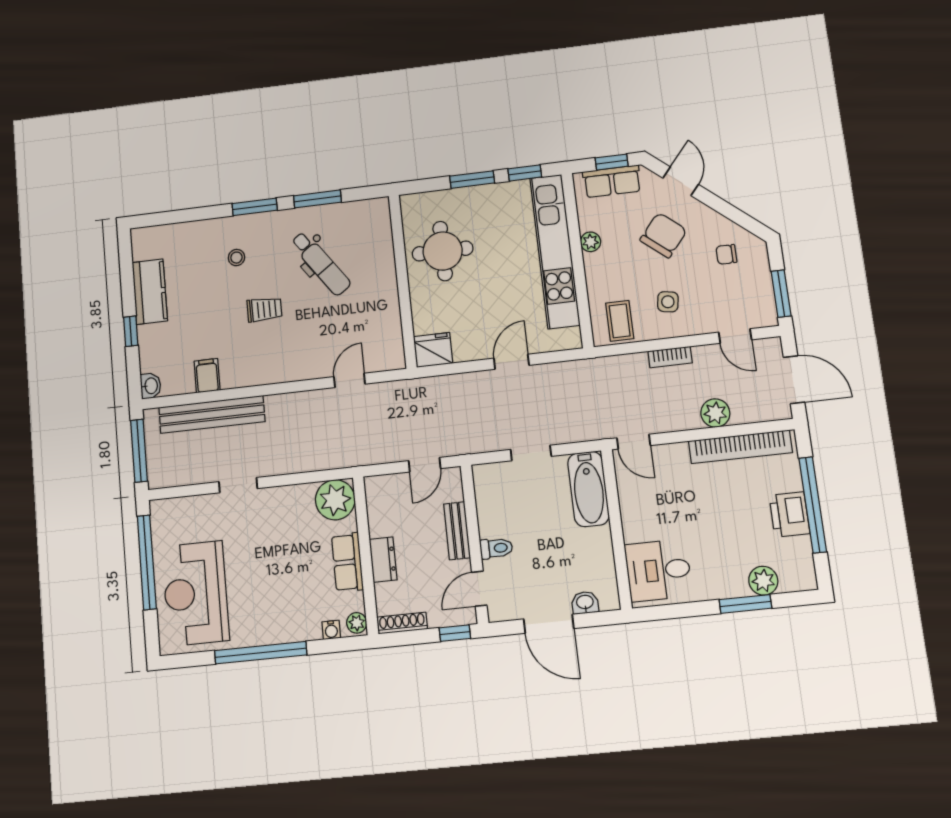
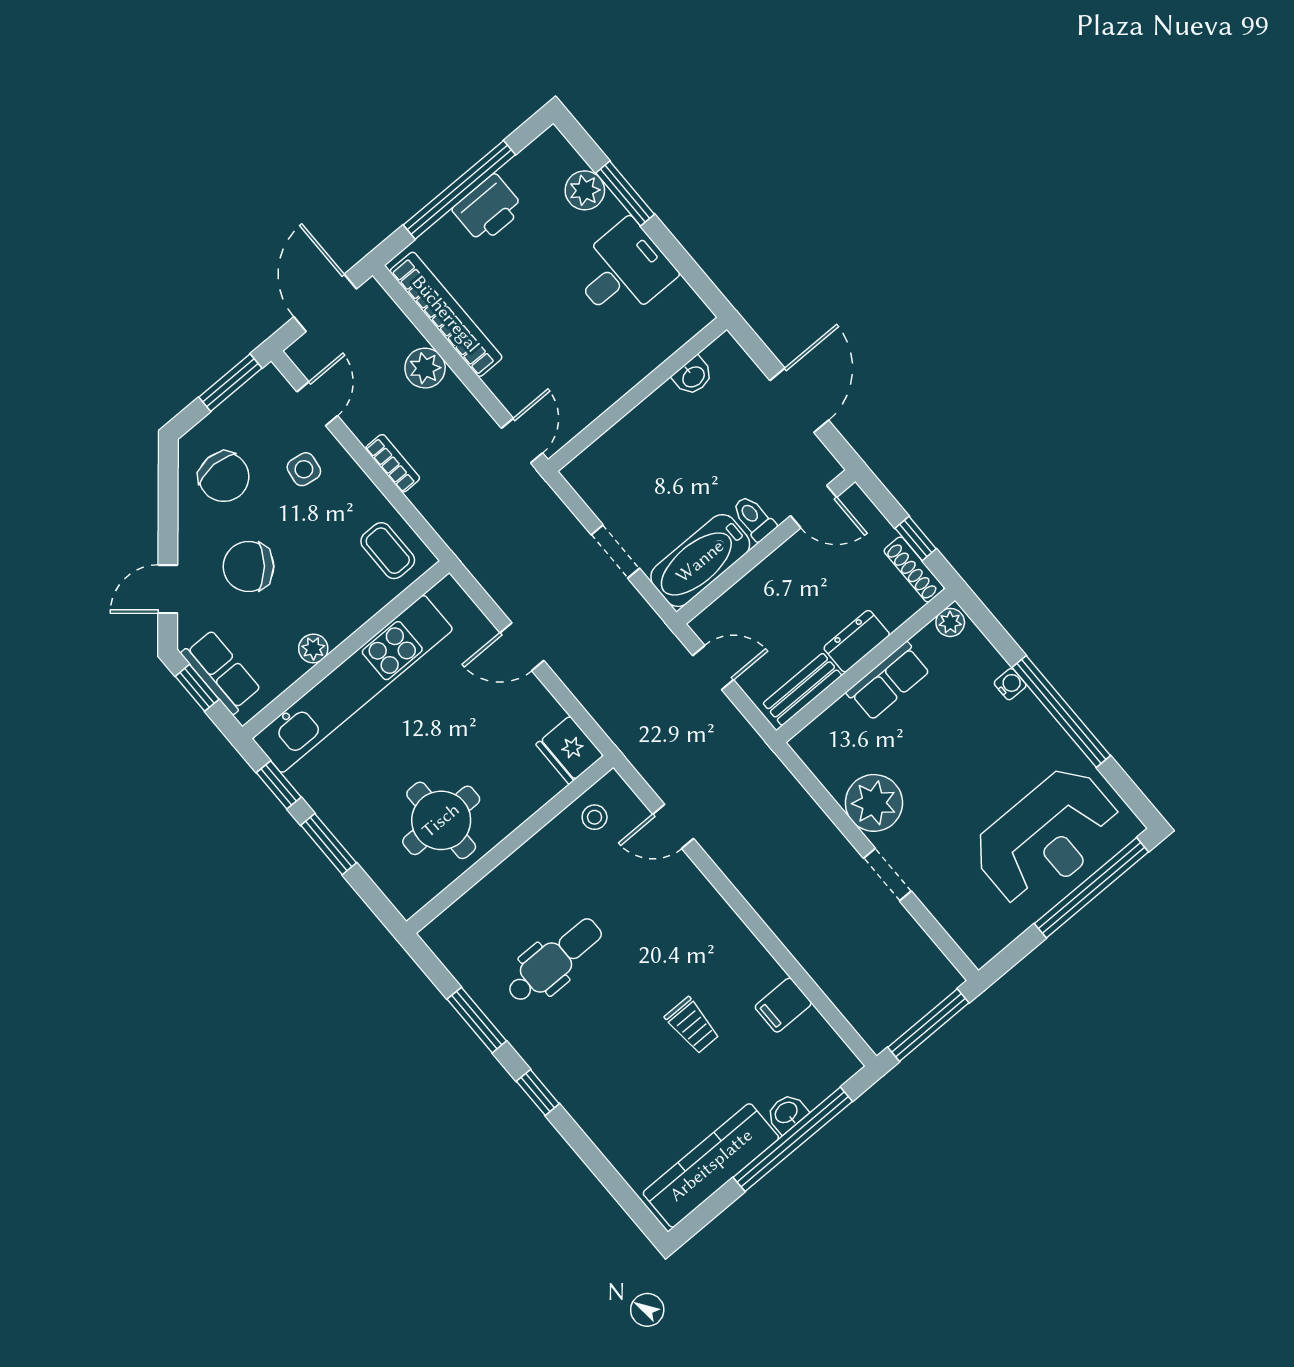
window: (255, 207) -> (538, 1092), width x0.67
chair: (726, 254) -> (224, 477), width x1.87, depth x1.87
stool: (236, 258) -> (595, 817), moved
dental chair: (321, 263) -> (554, 960), turned 35
kitchen counter: (150, 292) -> (711, 1165), width x1.50
side table: (668, 302) -> (304, 469), moved
trolley: (264, 309) -> (692, 1025), moved, turned 180
coffee table: (620, 321) -> (388, 551), turned 90
window: (131, 331) -> (793, 1139), width x3.17
washbasin: (151, 386) -> (787, 1113), moved
bench: (212, 414) -> (826, 966), removed
bathtub: (588, 489) -> (700, 561), moved, turned 180
plant: (335, 500) -> (874, 803), moved
bench: (457, 531) -> (802, 689), moved
window: (147, 562) -> (1091, 888), moved
desk: (658, 570) -> (623, 271), moved, turned -90
washbasin: (585, 603) -> (693, 376), moved, turned -90
water cooler: (331, 630) -> (1010, 684), moved
window: (455, 633) -> (916, 539), moved

